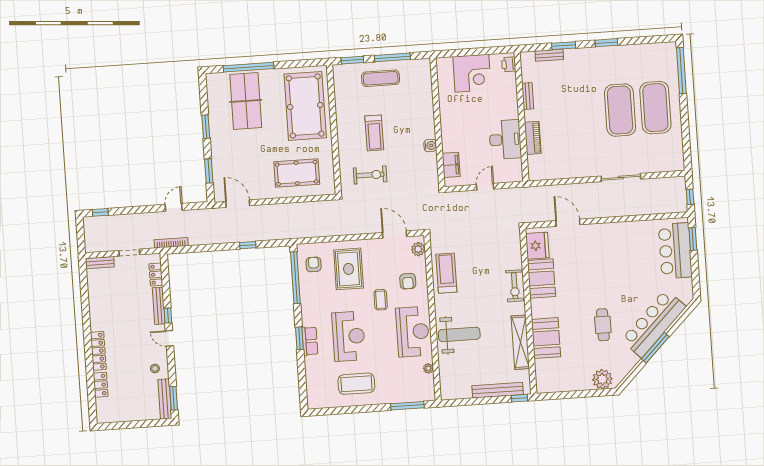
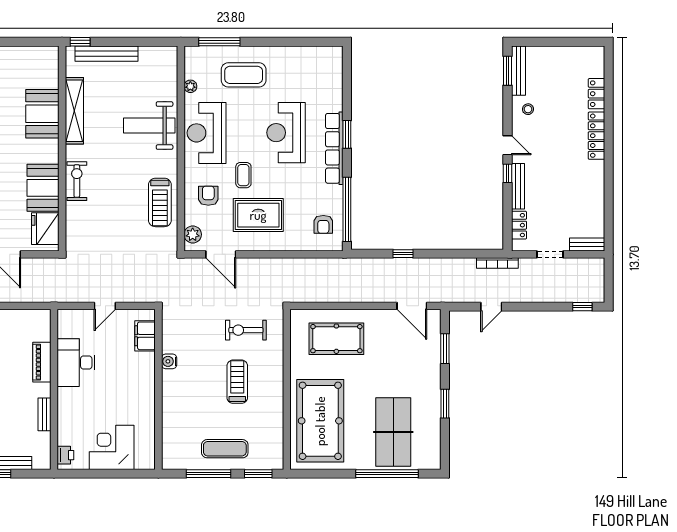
rug: (349, 269) -> (258, 215), moved, turned 90
row of seats: (310, 341) -> (334, 148), width x2.02
coffee table: (356, 384) -> (244, 75), moved

